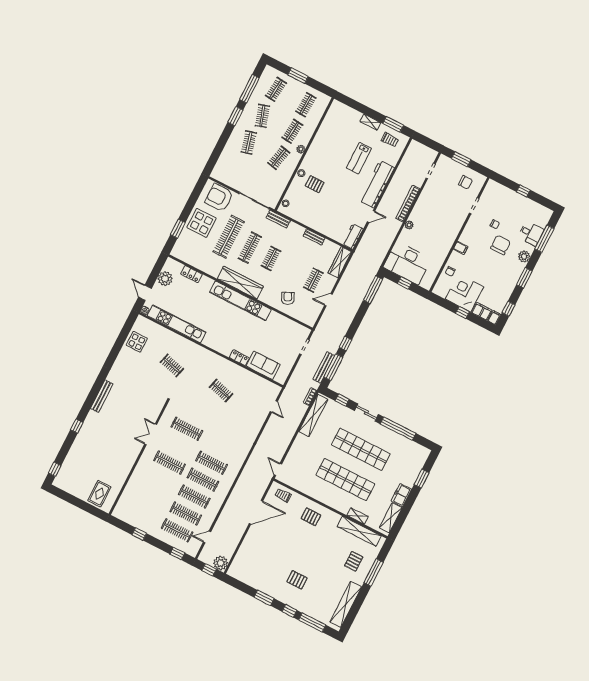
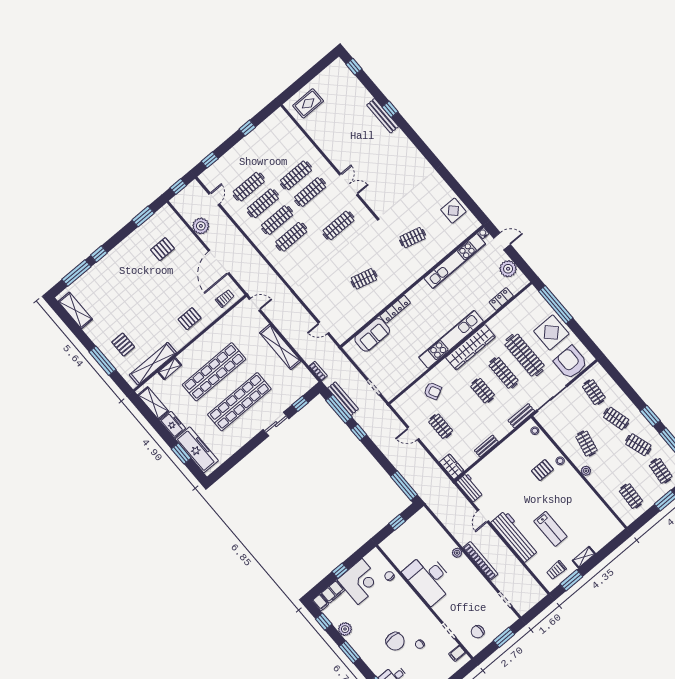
clothes rail: (292, 131) -> (594, 392), moved
lab bench: (359, 158) -> (550, 529), turned 180
armchair: (219, 198) -> (571, 362), turned -90
window: (178, 229) -> (556, 305), width x2.11
filing cabinet: (461, 248) -> (457, 653), moved
plant: (524, 256) -> (345, 629), moved
wardrobe: (340, 262) -> (452, 467), width x0.67
desk: (407, 263) -> (429, 578), moved, turned -90
door: (328, 300) -> (413, 433), swing flipped
locker: (239, 358) -> (395, 309), width x1.53
bench: (102, 396) -> (383, 116), moved
shelving: (313, 416) -> (280, 347), moved
window: (398, 429) -> (245, 451), removed
freezer: (413, 467) -> (197, 450), added
rug: (99, 494) -> (308, 103), turned 90
clothes rail: (177, 530) -> (296, 175), moved
plant: (221, 563) -> (201, 226), moved
pallet: (297, 580) -> (162, 249), moved
window: (264, 598) -> (143, 216), moved
shelving: (346, 604) -> (75, 310), width x0.68

